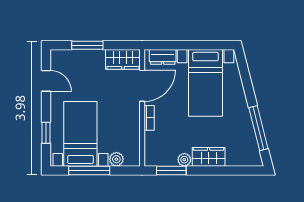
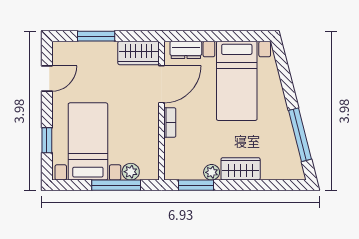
door: (46, 81) -> (47, 79), hinge flipped
window: (89, 171) -> (116, 185), moved

